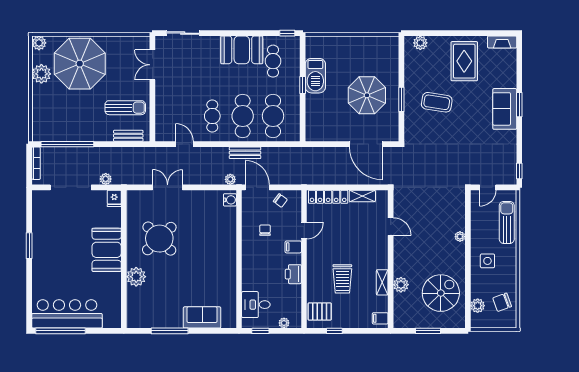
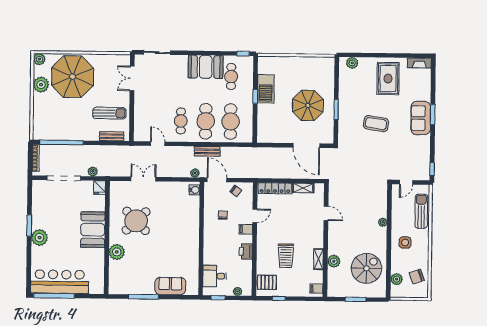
coffee table: (437, 102) -> (376, 124), moved
plant: (42, 260) -> (39, 238), added

